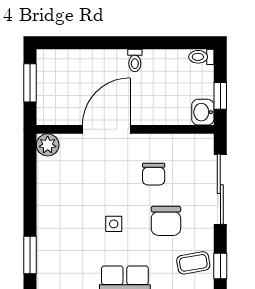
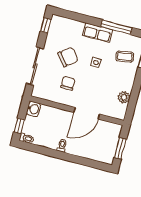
window: (220, 96) -> (19, 126), moved
plant: (48, 145) -> (124, 97), moved
chair: (166, 221) -> (68, 57), turned 51
coffee table: (193, 263) -> (125, 57), moved

